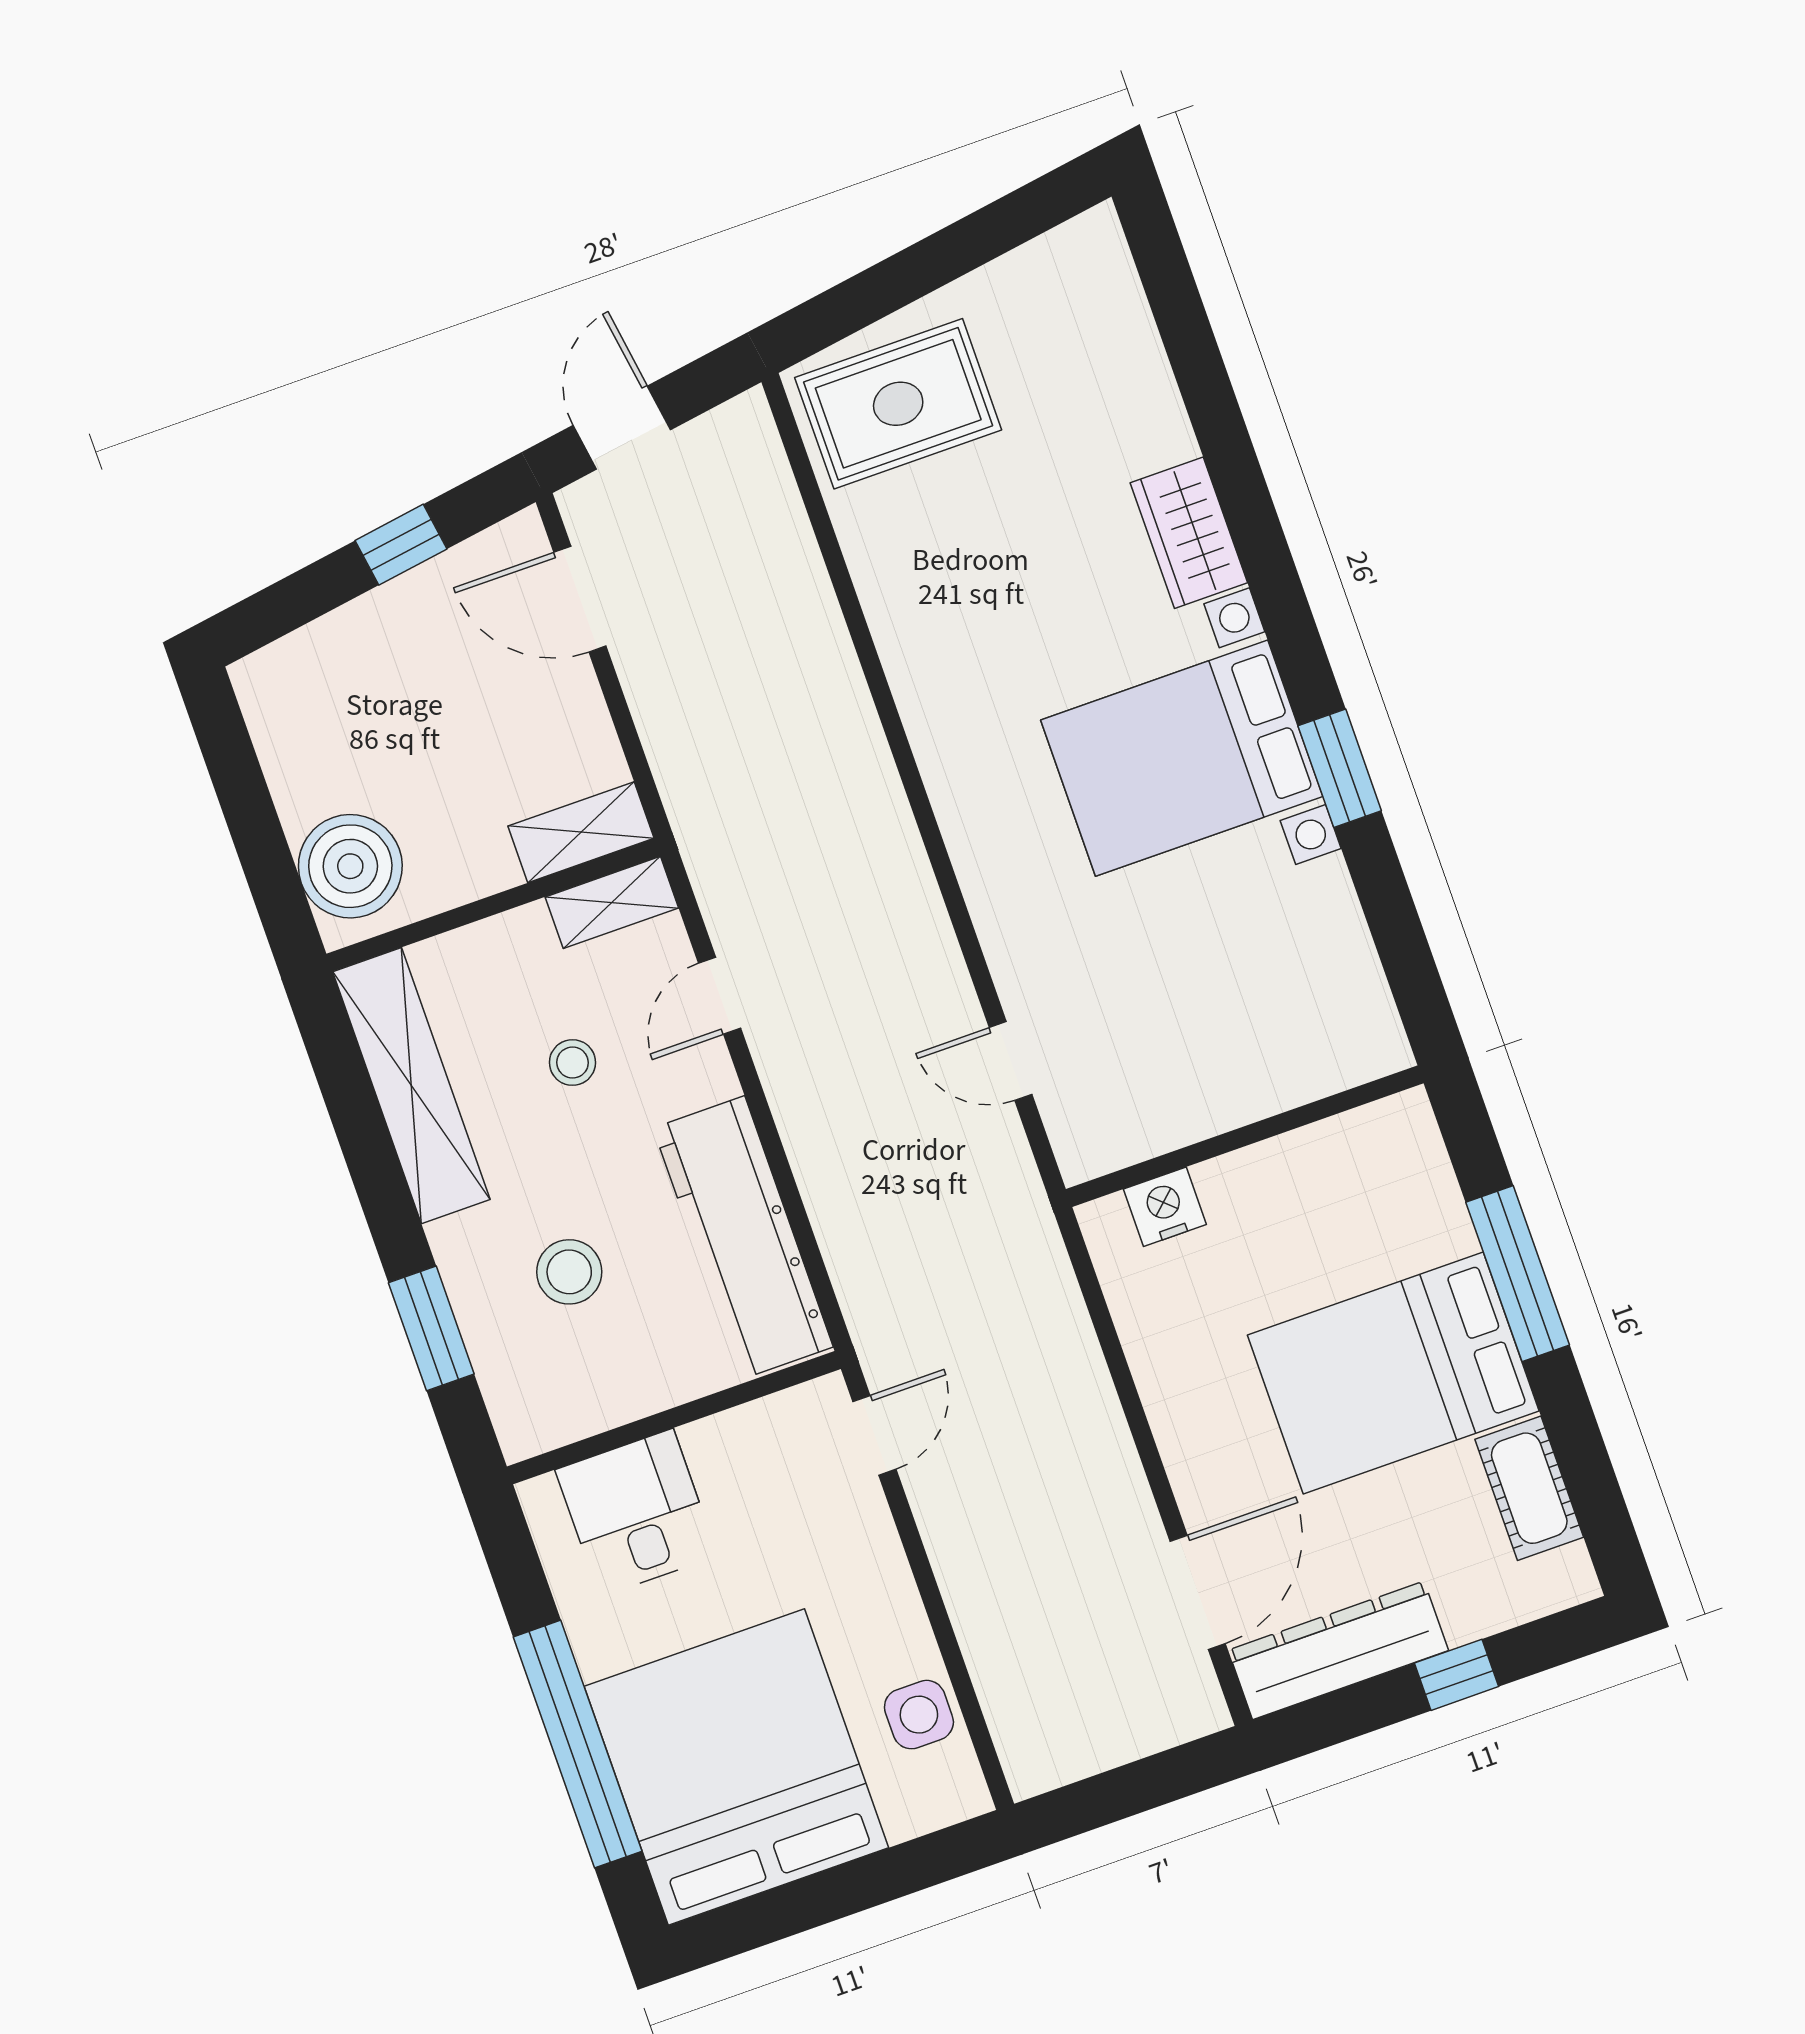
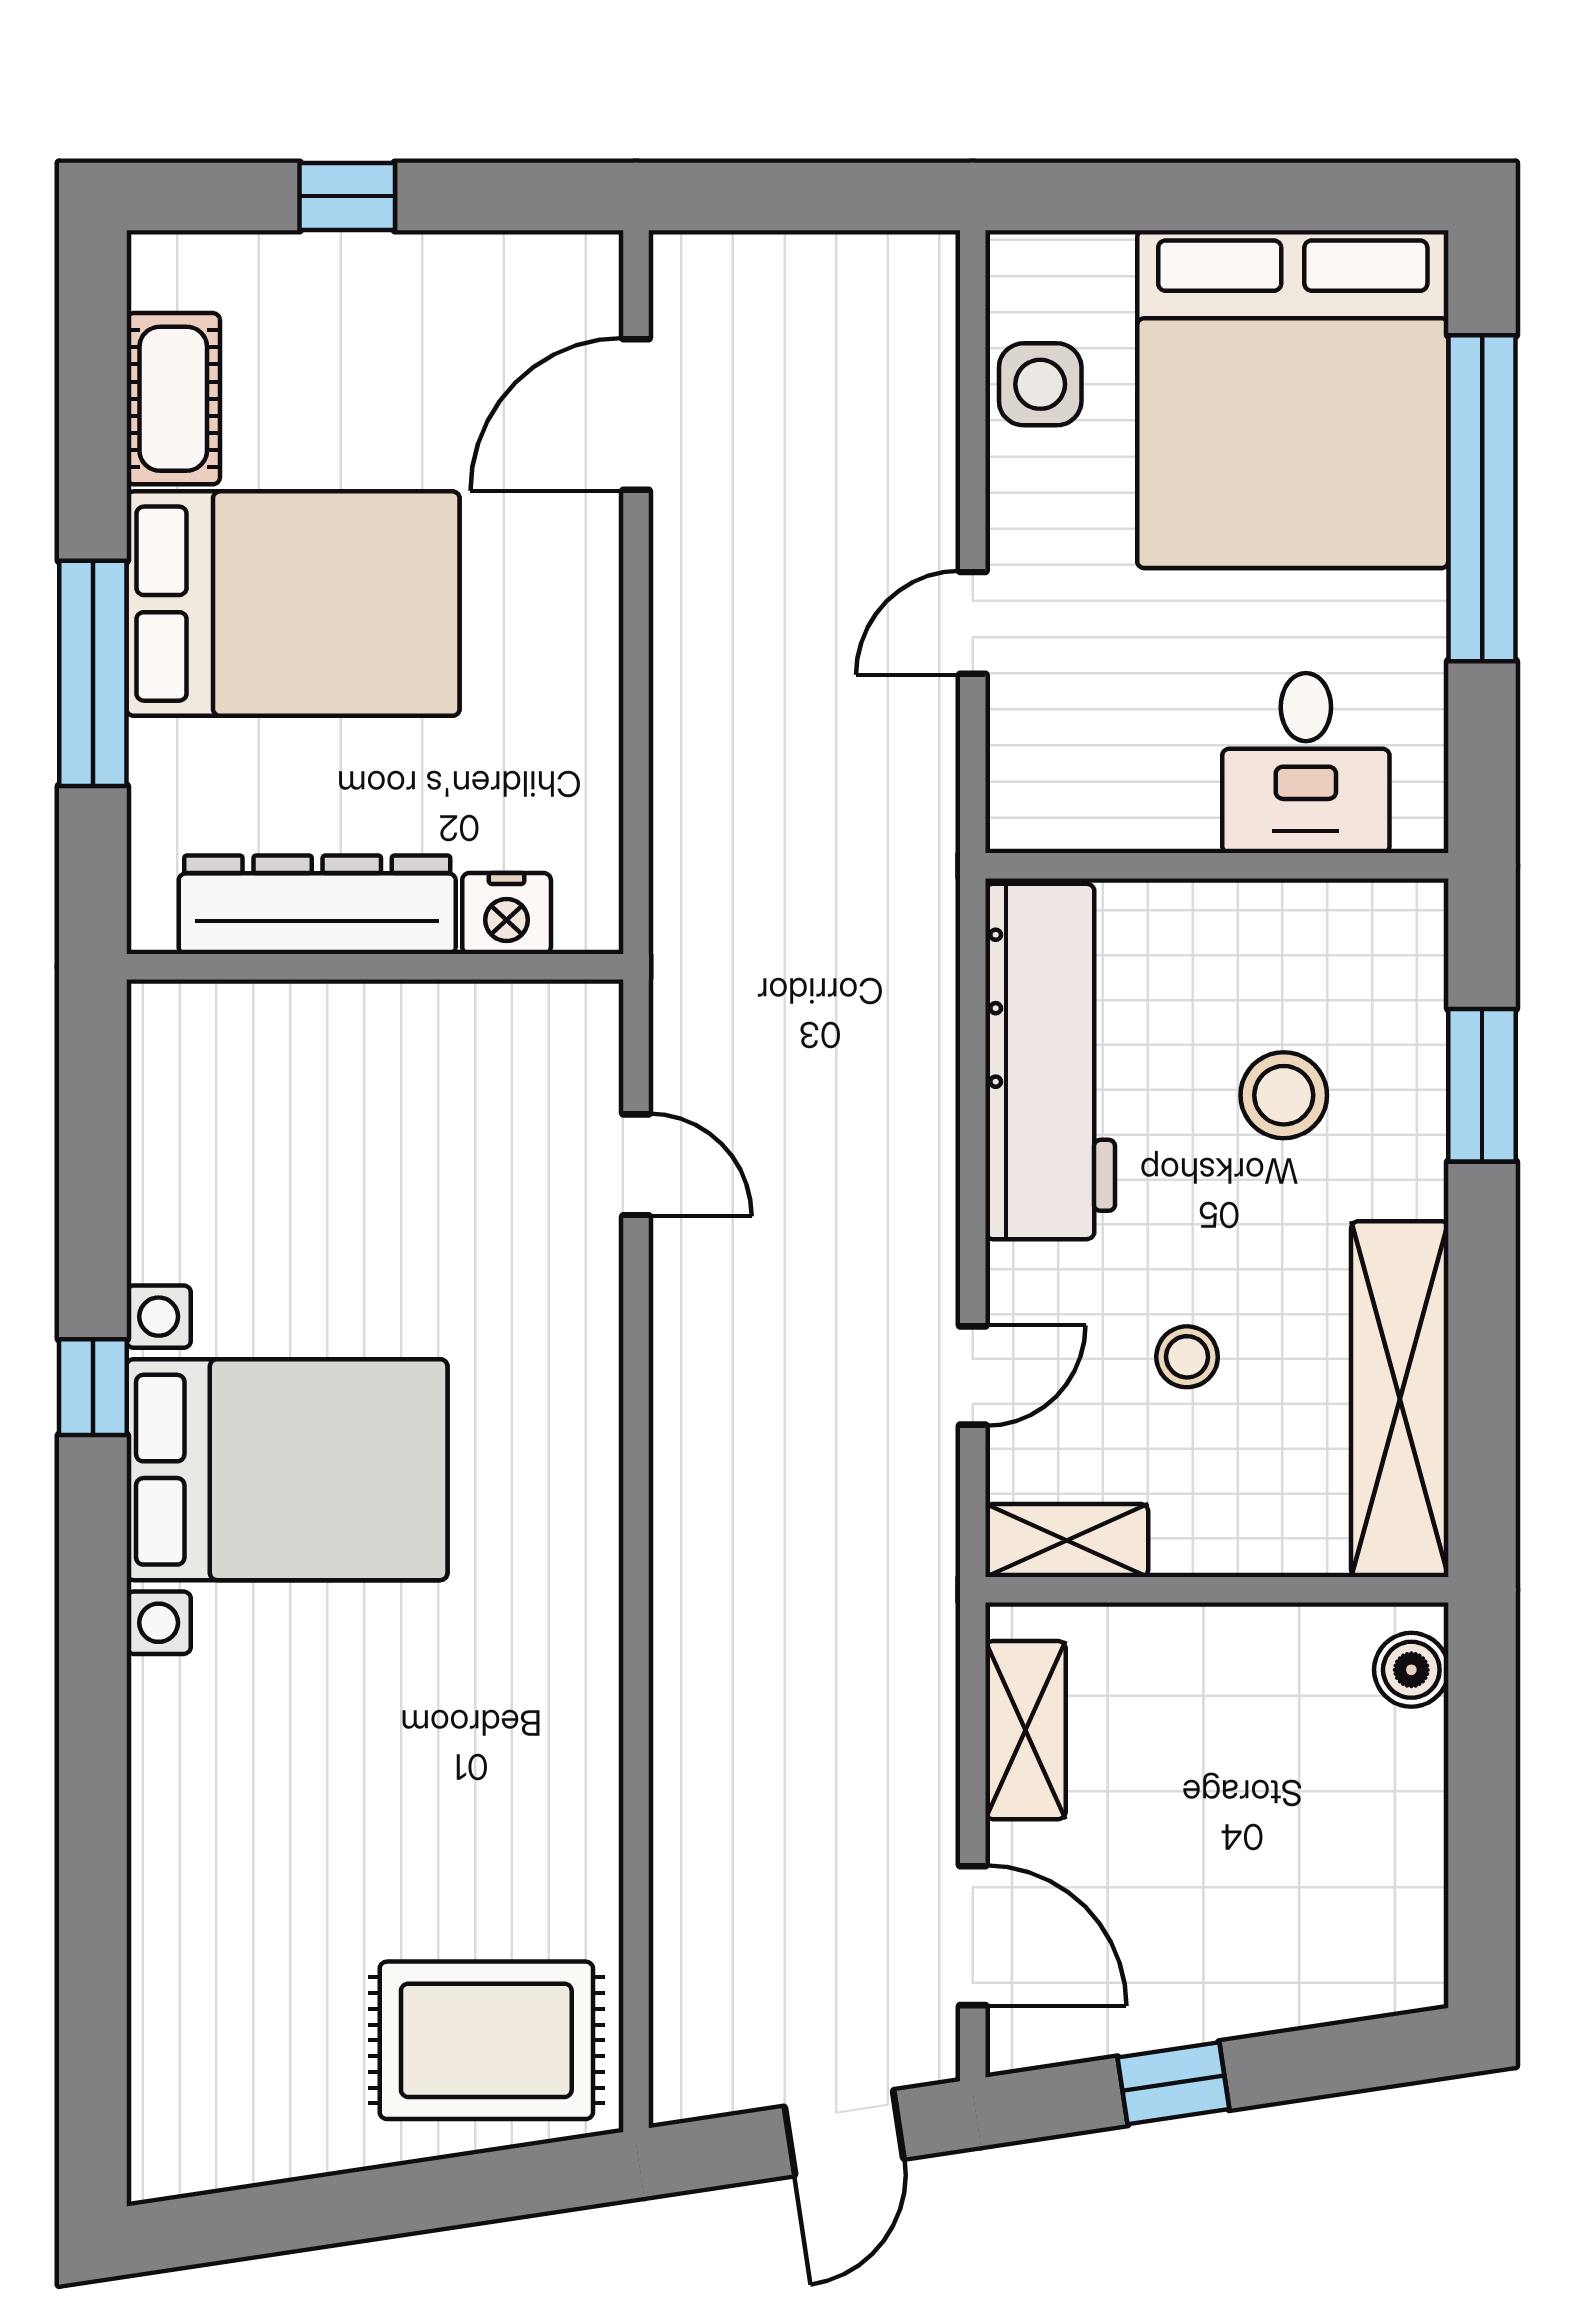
wardrobe: (1189, 533) -> (178, 1750), removed
window: (1340, 768) -> (93, 1387), width x0.67
shelving: (581, 832) -> (1025, 1730), moved, turned 90
boiler: (350, 866) -> (1411, 1670), width x0.54, depth x0.54
door: (874, 1435) -> (973, 623), moved
dresser: (1338, 1650) -> (317, 905), moved, turned 180

